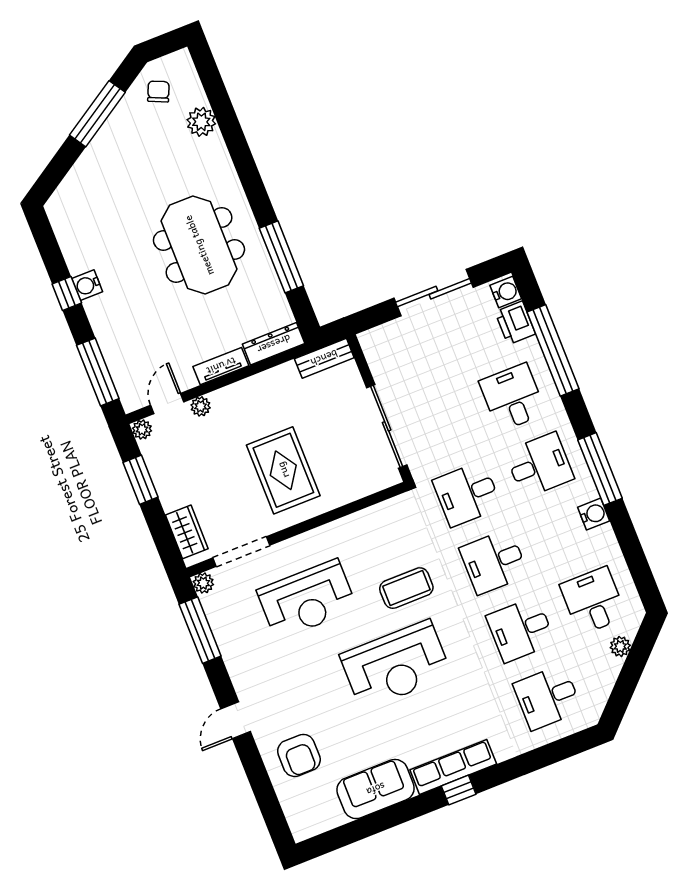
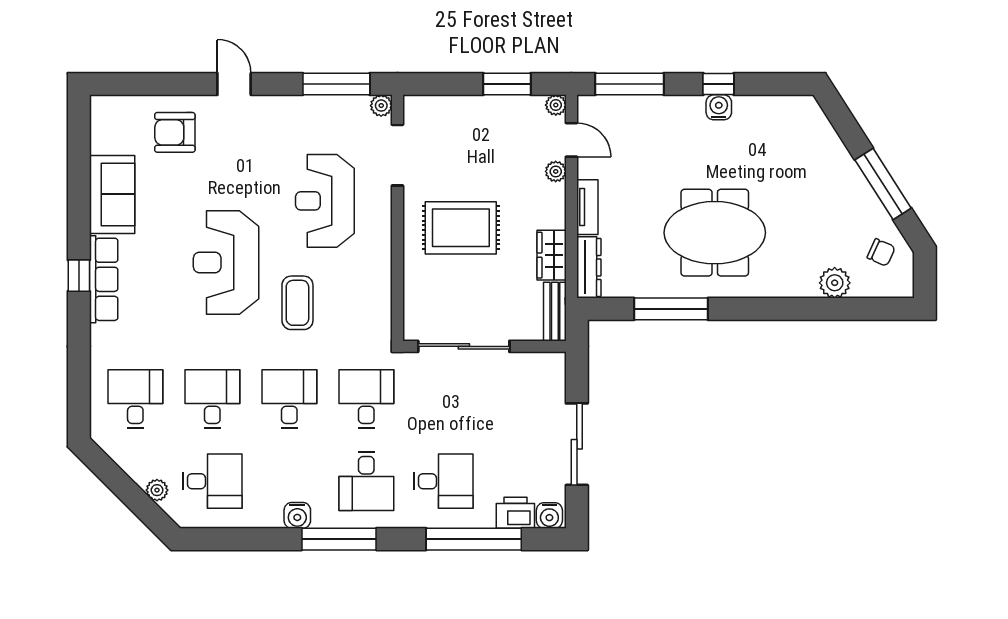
wardrobe: (187, 532) -> (552, 255), moved, turned 90

